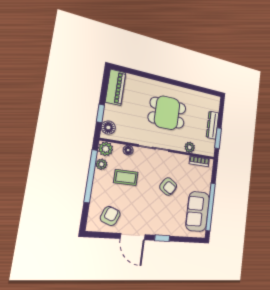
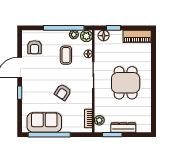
plant: (190, 147) -> (99, 120), moved
armchair: (110, 216) -> (34, 47), turned 69

